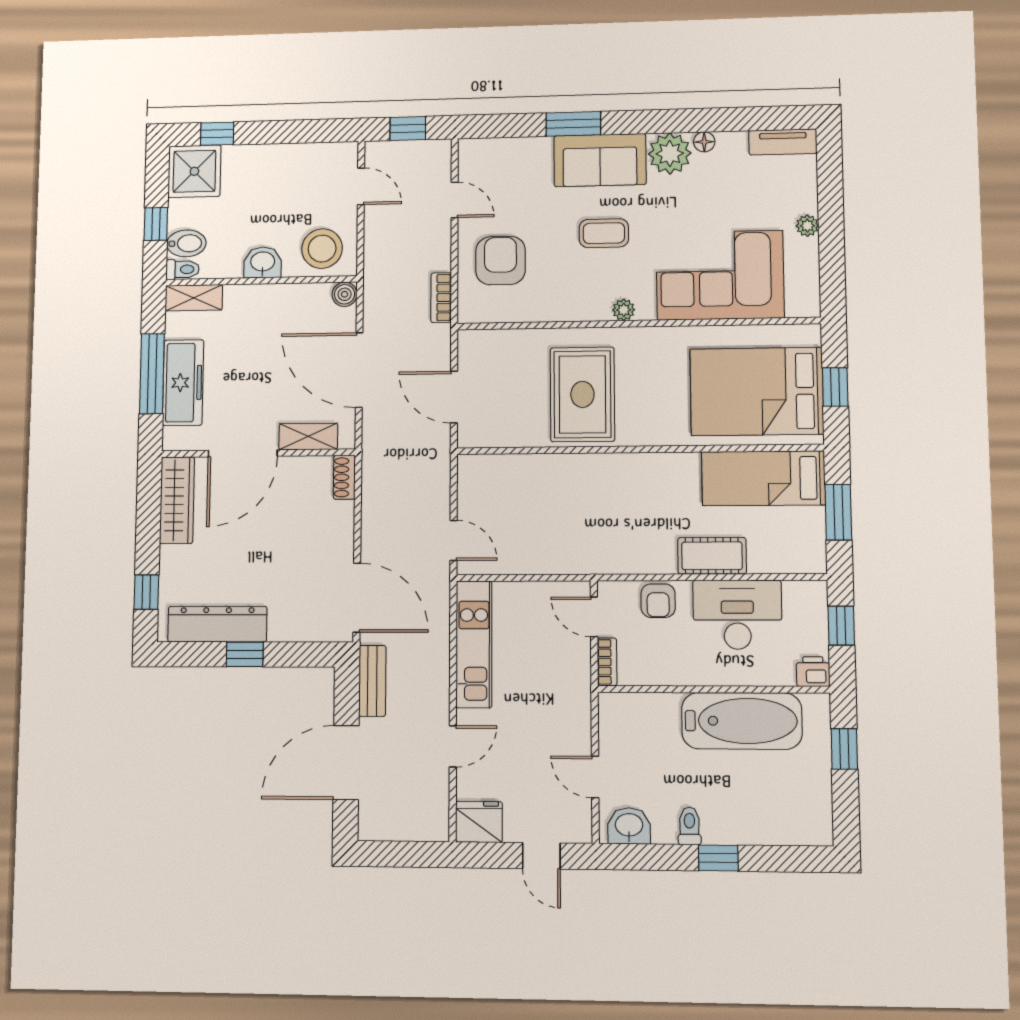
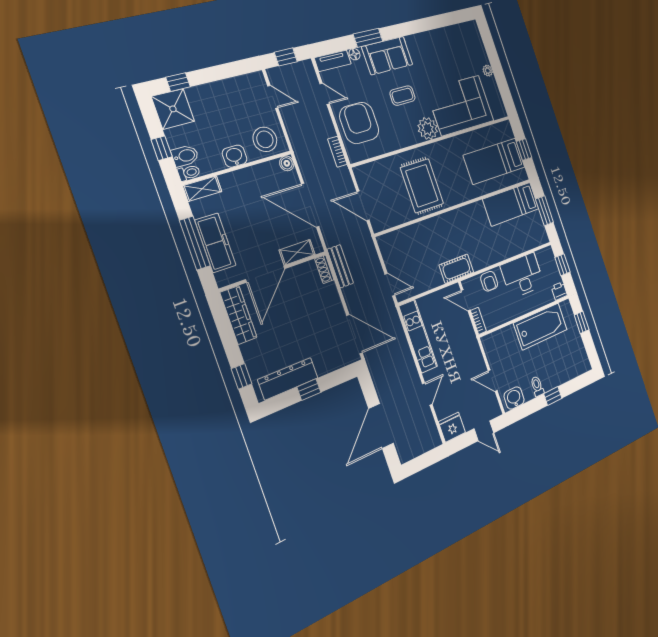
floor lamp: (704, 142) -> (354, 54), moved
tv unit: (783, 142) -> (333, 61), moved
plant: (670, 154) -> (418, 45), removed
armchair: (500, 261) -> (359, 123), width x1.36, depth x1.36
plant: (624, 310) -> (428, 129), width x1.88, depth x1.88
bed: (757, 392) -> (494, 161), width x0.67
cot: (712, 556) -> (456, 269), moved
bench: (372, 681) -> (340, 266), moved

